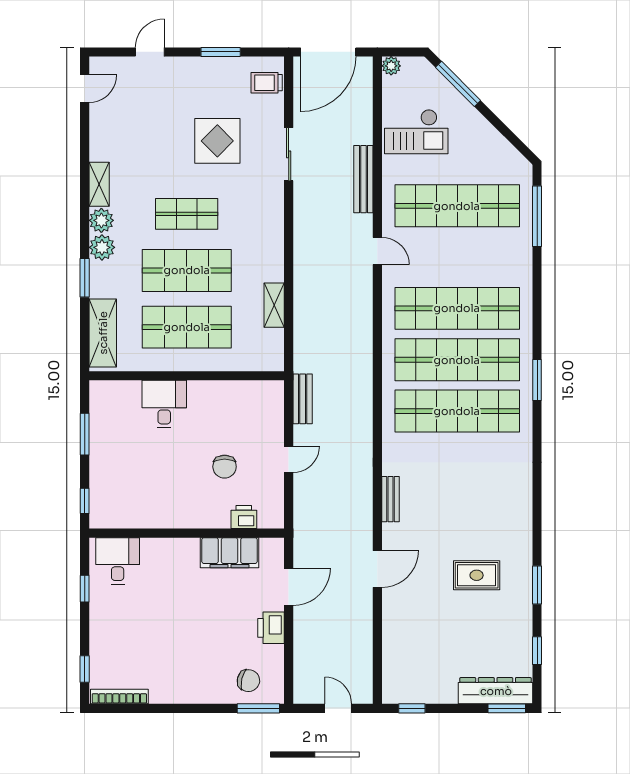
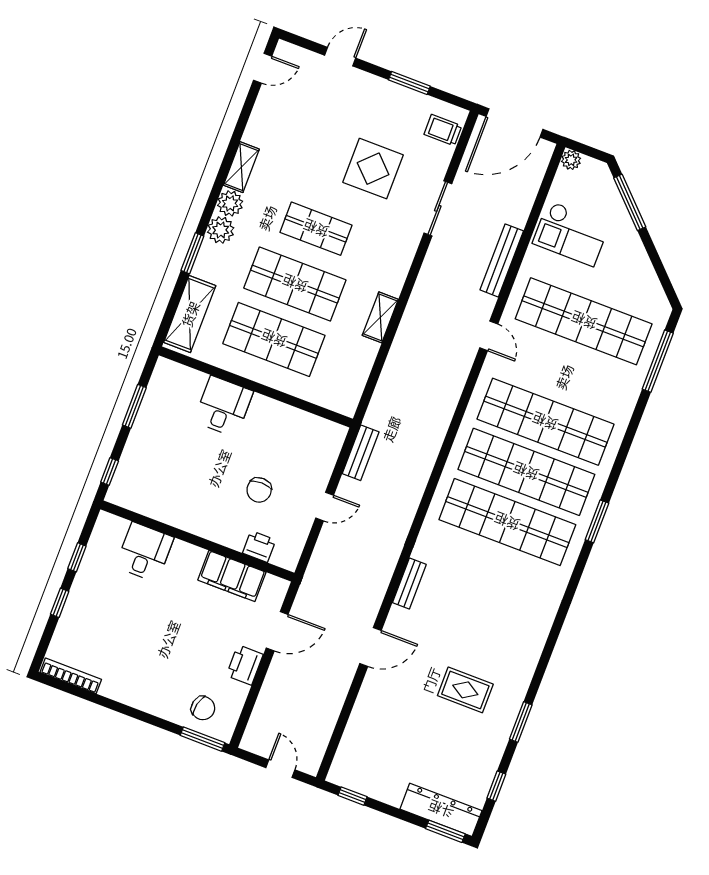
shelving: (274, 305) -> (380, 317), moved
desk: (118, 561) -> (145, 552), moved
window: (85, 669) -> (60, 603), moved

